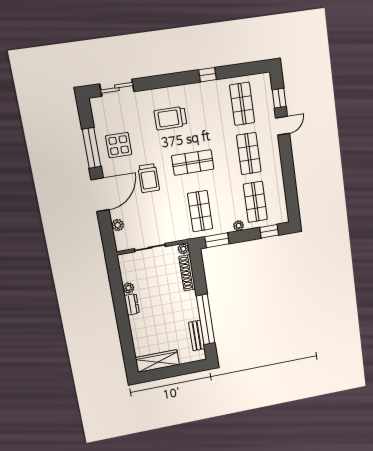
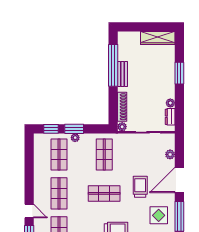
door: (283, 126) -> (29, 211), swing flipped
window: (217, 240) -> (74, 129), moved
dresser: (132, 304) -> (170, 117), moved
window: (124, 325) -> (179, 73), added
bench: (197, 335) -> (122, 74), moved

